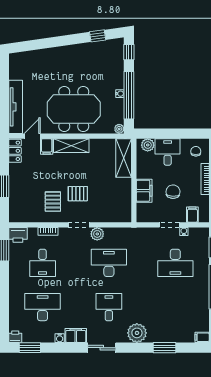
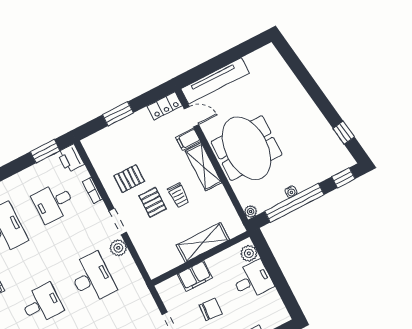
chair: (196, 151) -> (270, 312), removed
shelving: (124, 158) -> (203, 242), moved
trolley: (82, 173) -> (178, 195), added

